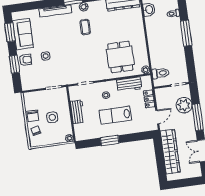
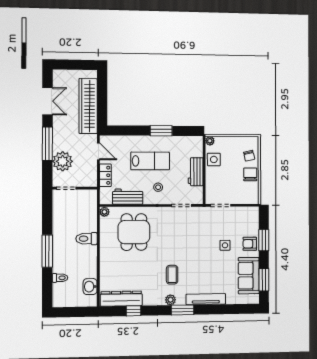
toilet: (161, 73) -> (87, 239), moved
side table: (52, 117) -> (214, 159), moved
door: (157, 117) -> (98, 151), swing flipped

